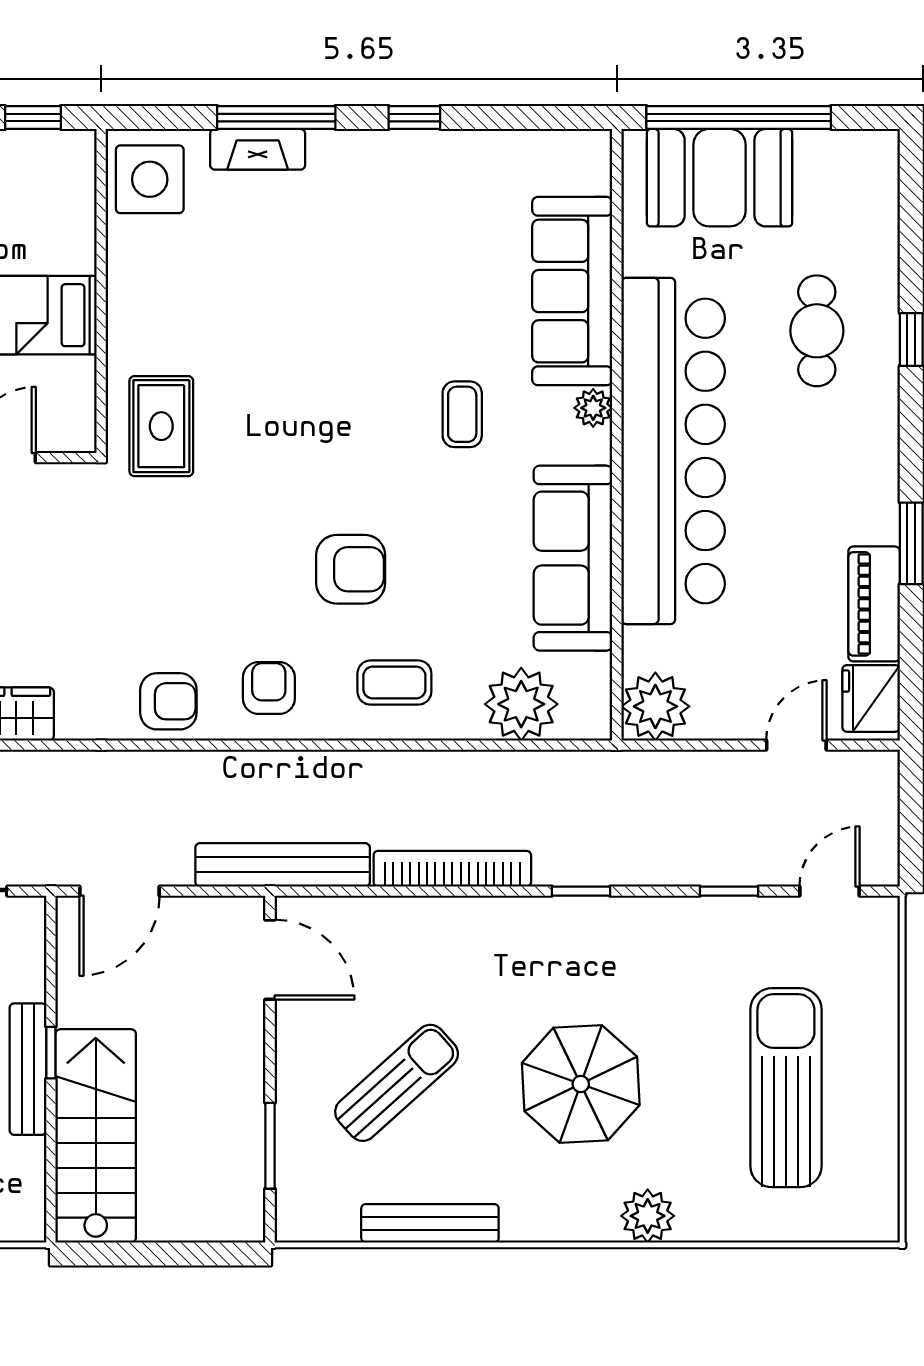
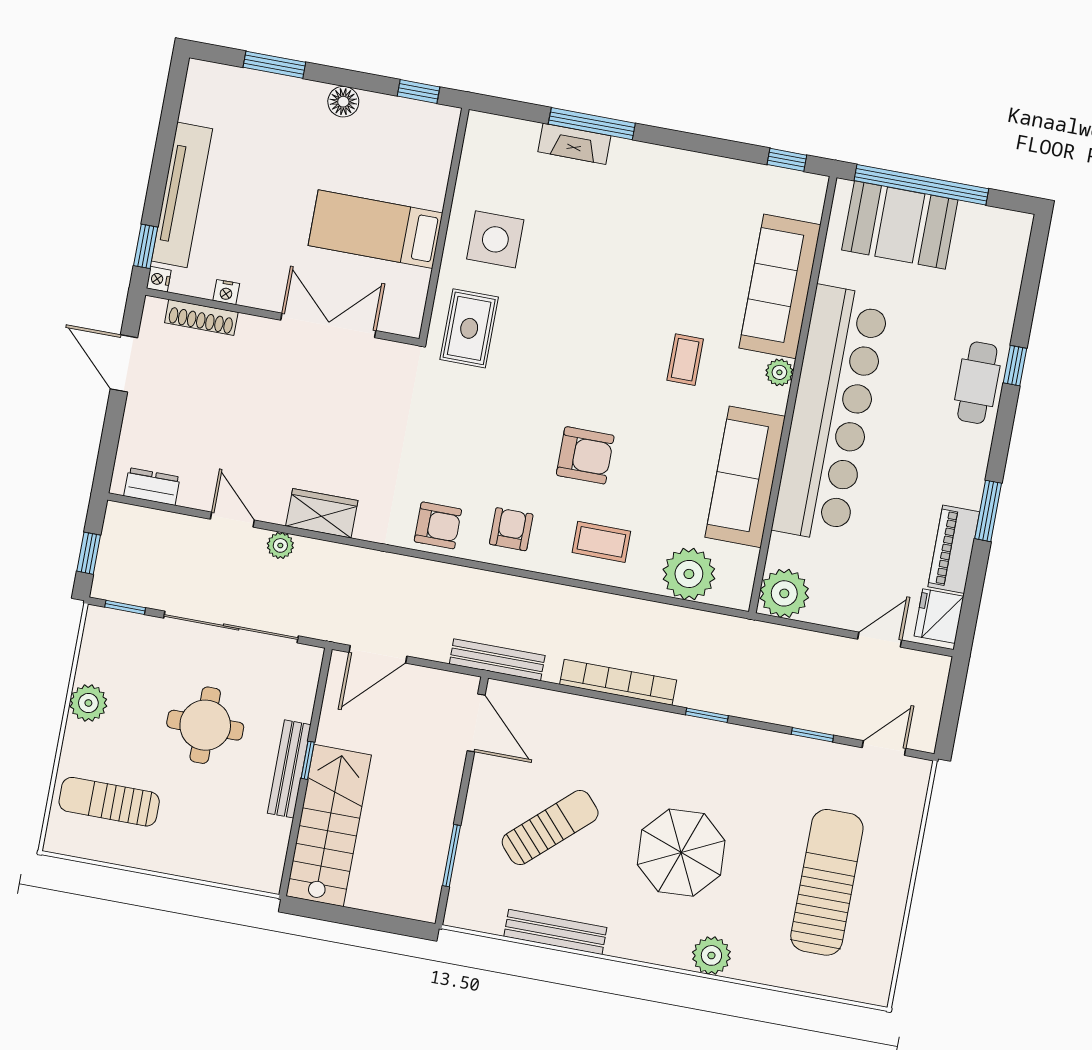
window: (414, 118) -> (787, 160), moved
side table: (150, 179) -> (495, 239), moved
cafe table: (817, 331) -> (977, 383), moved
bench: (283, 865) -> (497, 660), width x0.73, depth x0.82

